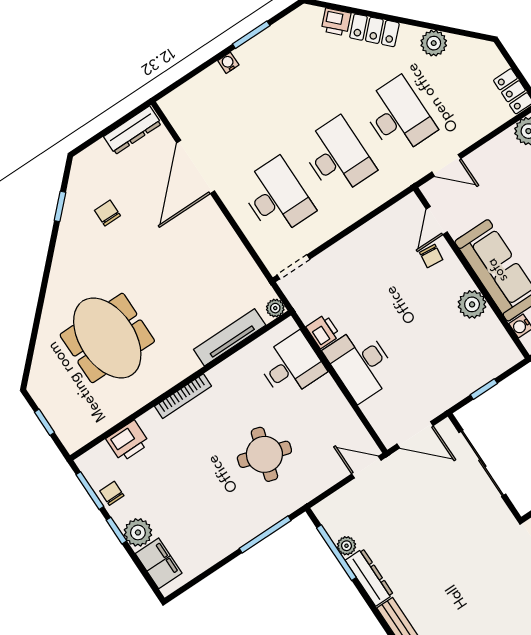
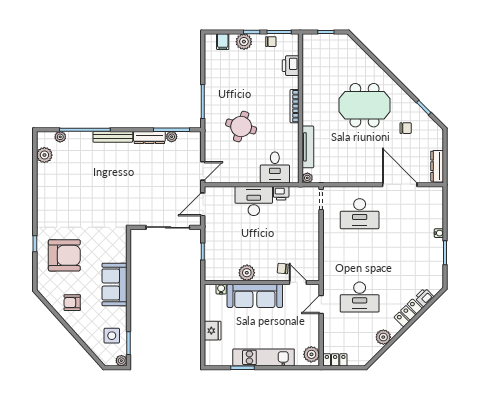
desk: (337, 157) -> (360, 255), removed
meeting table: (107, 338) -> (364, 105), moved
filing cabinet: (159, 563) -> (223, 42), width x0.50

